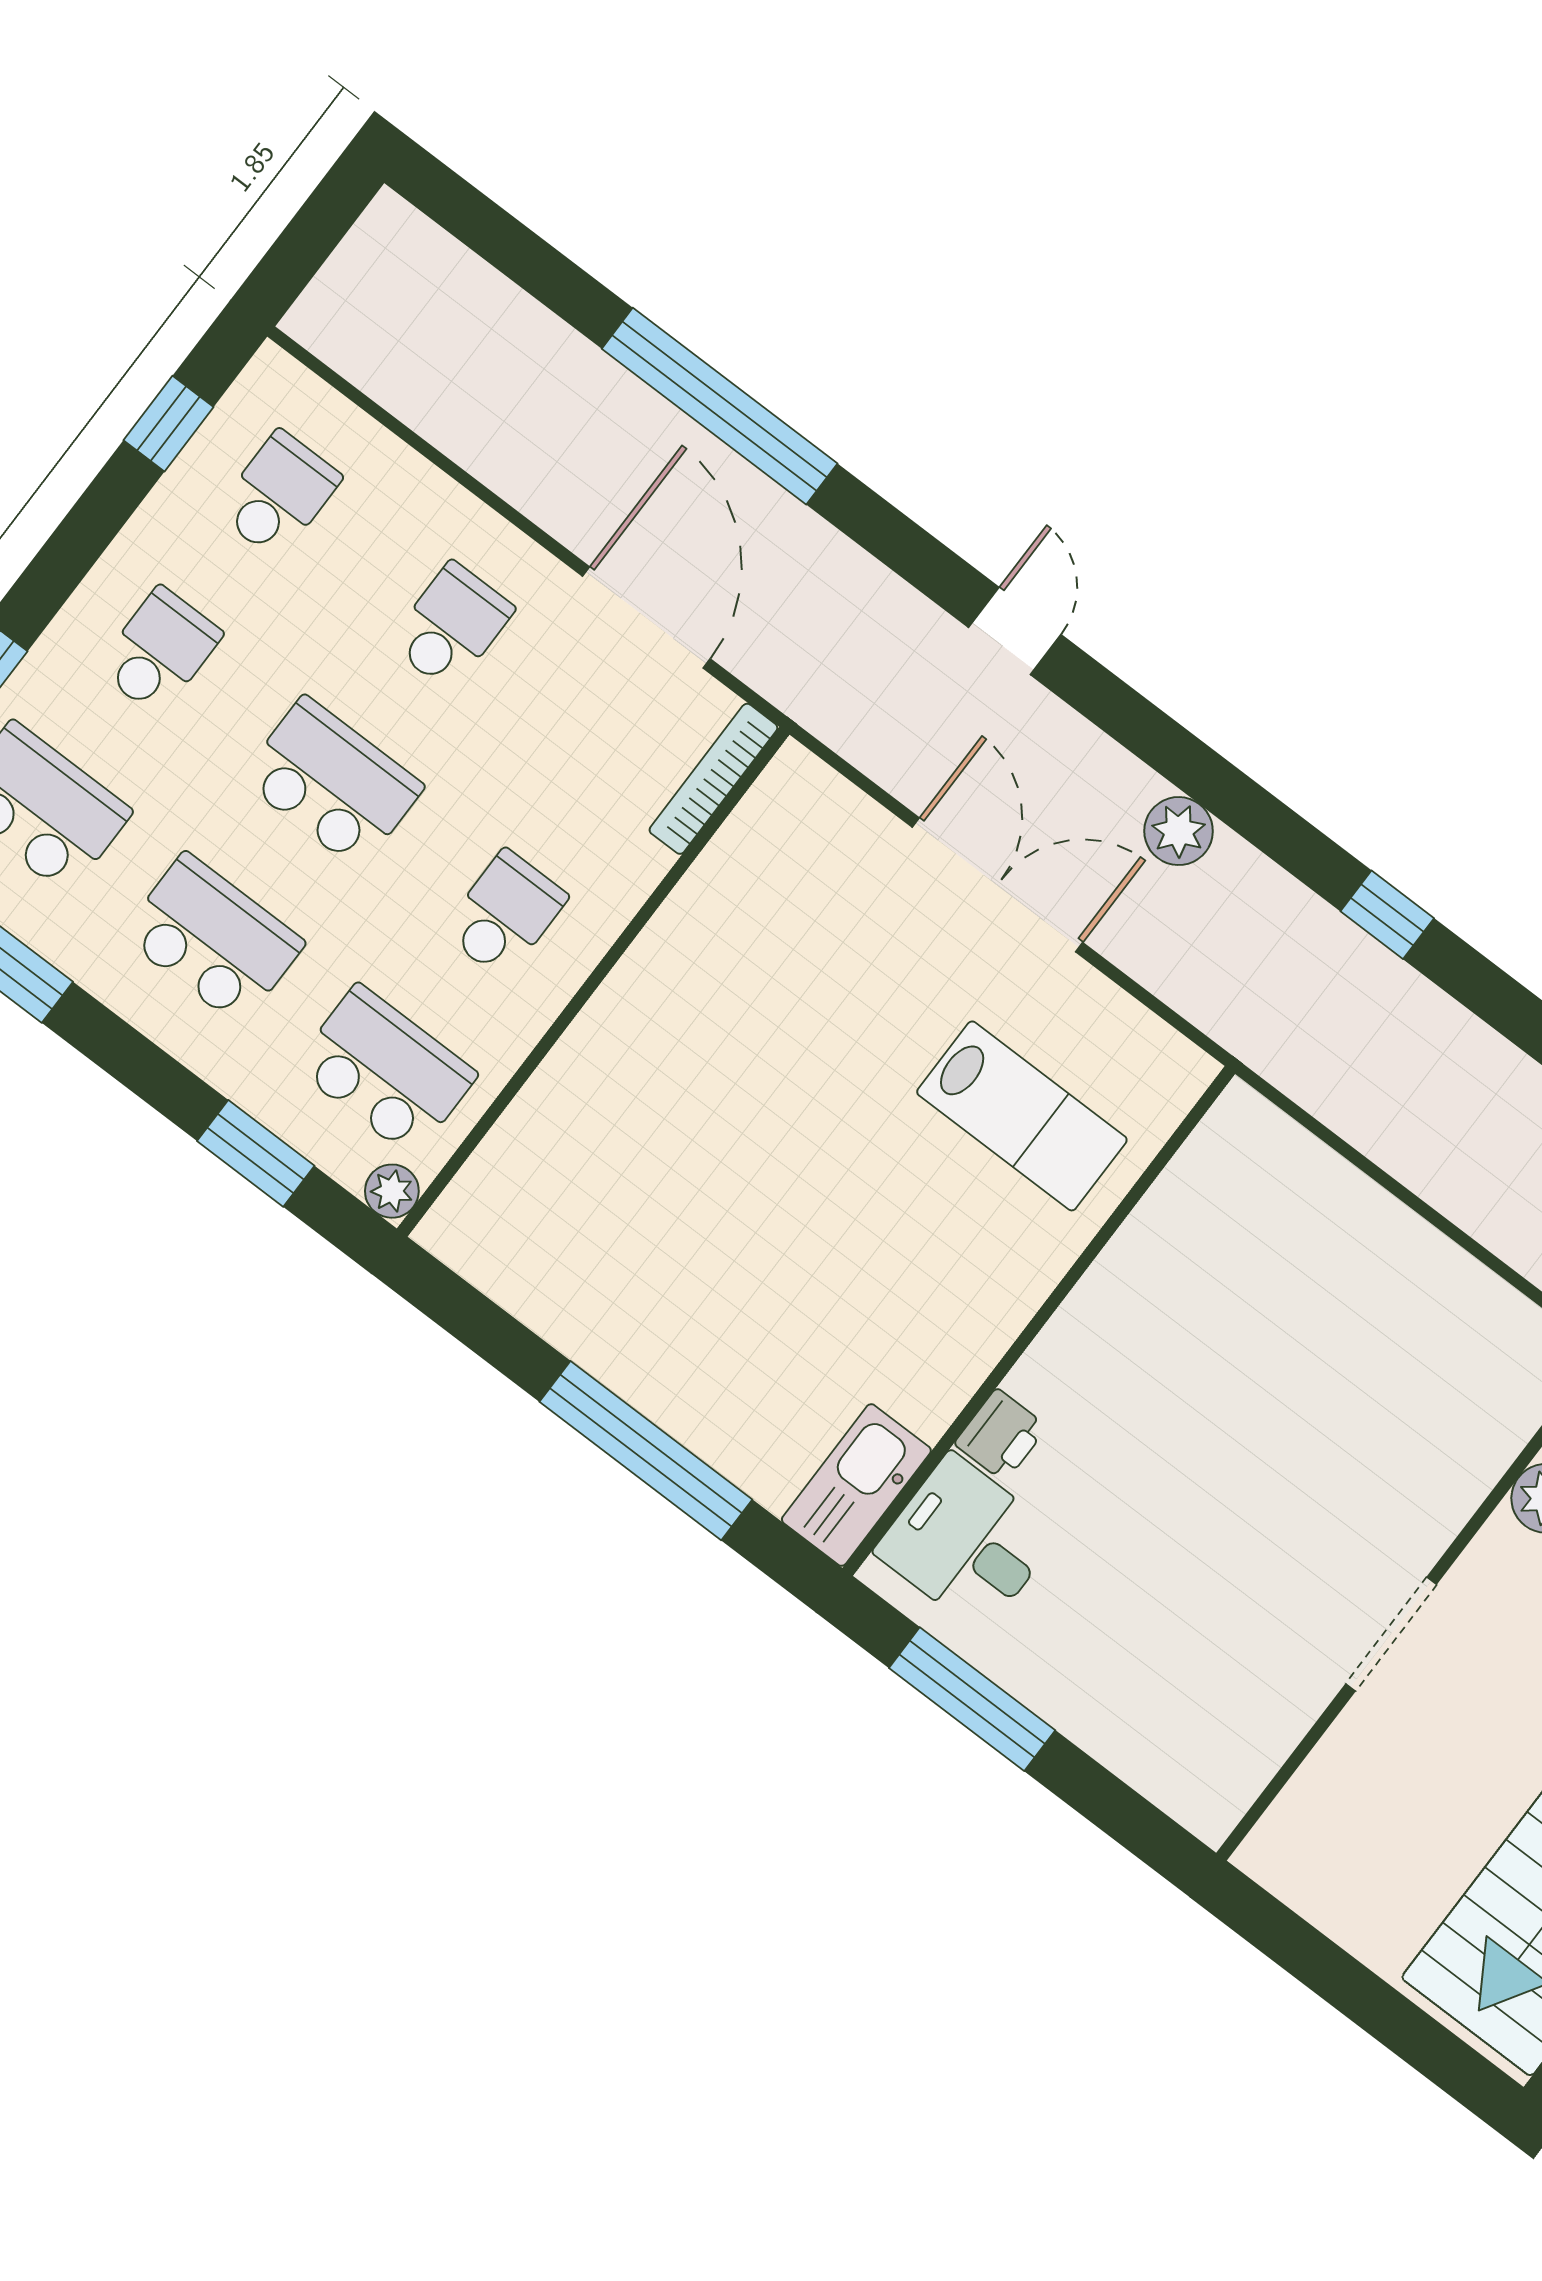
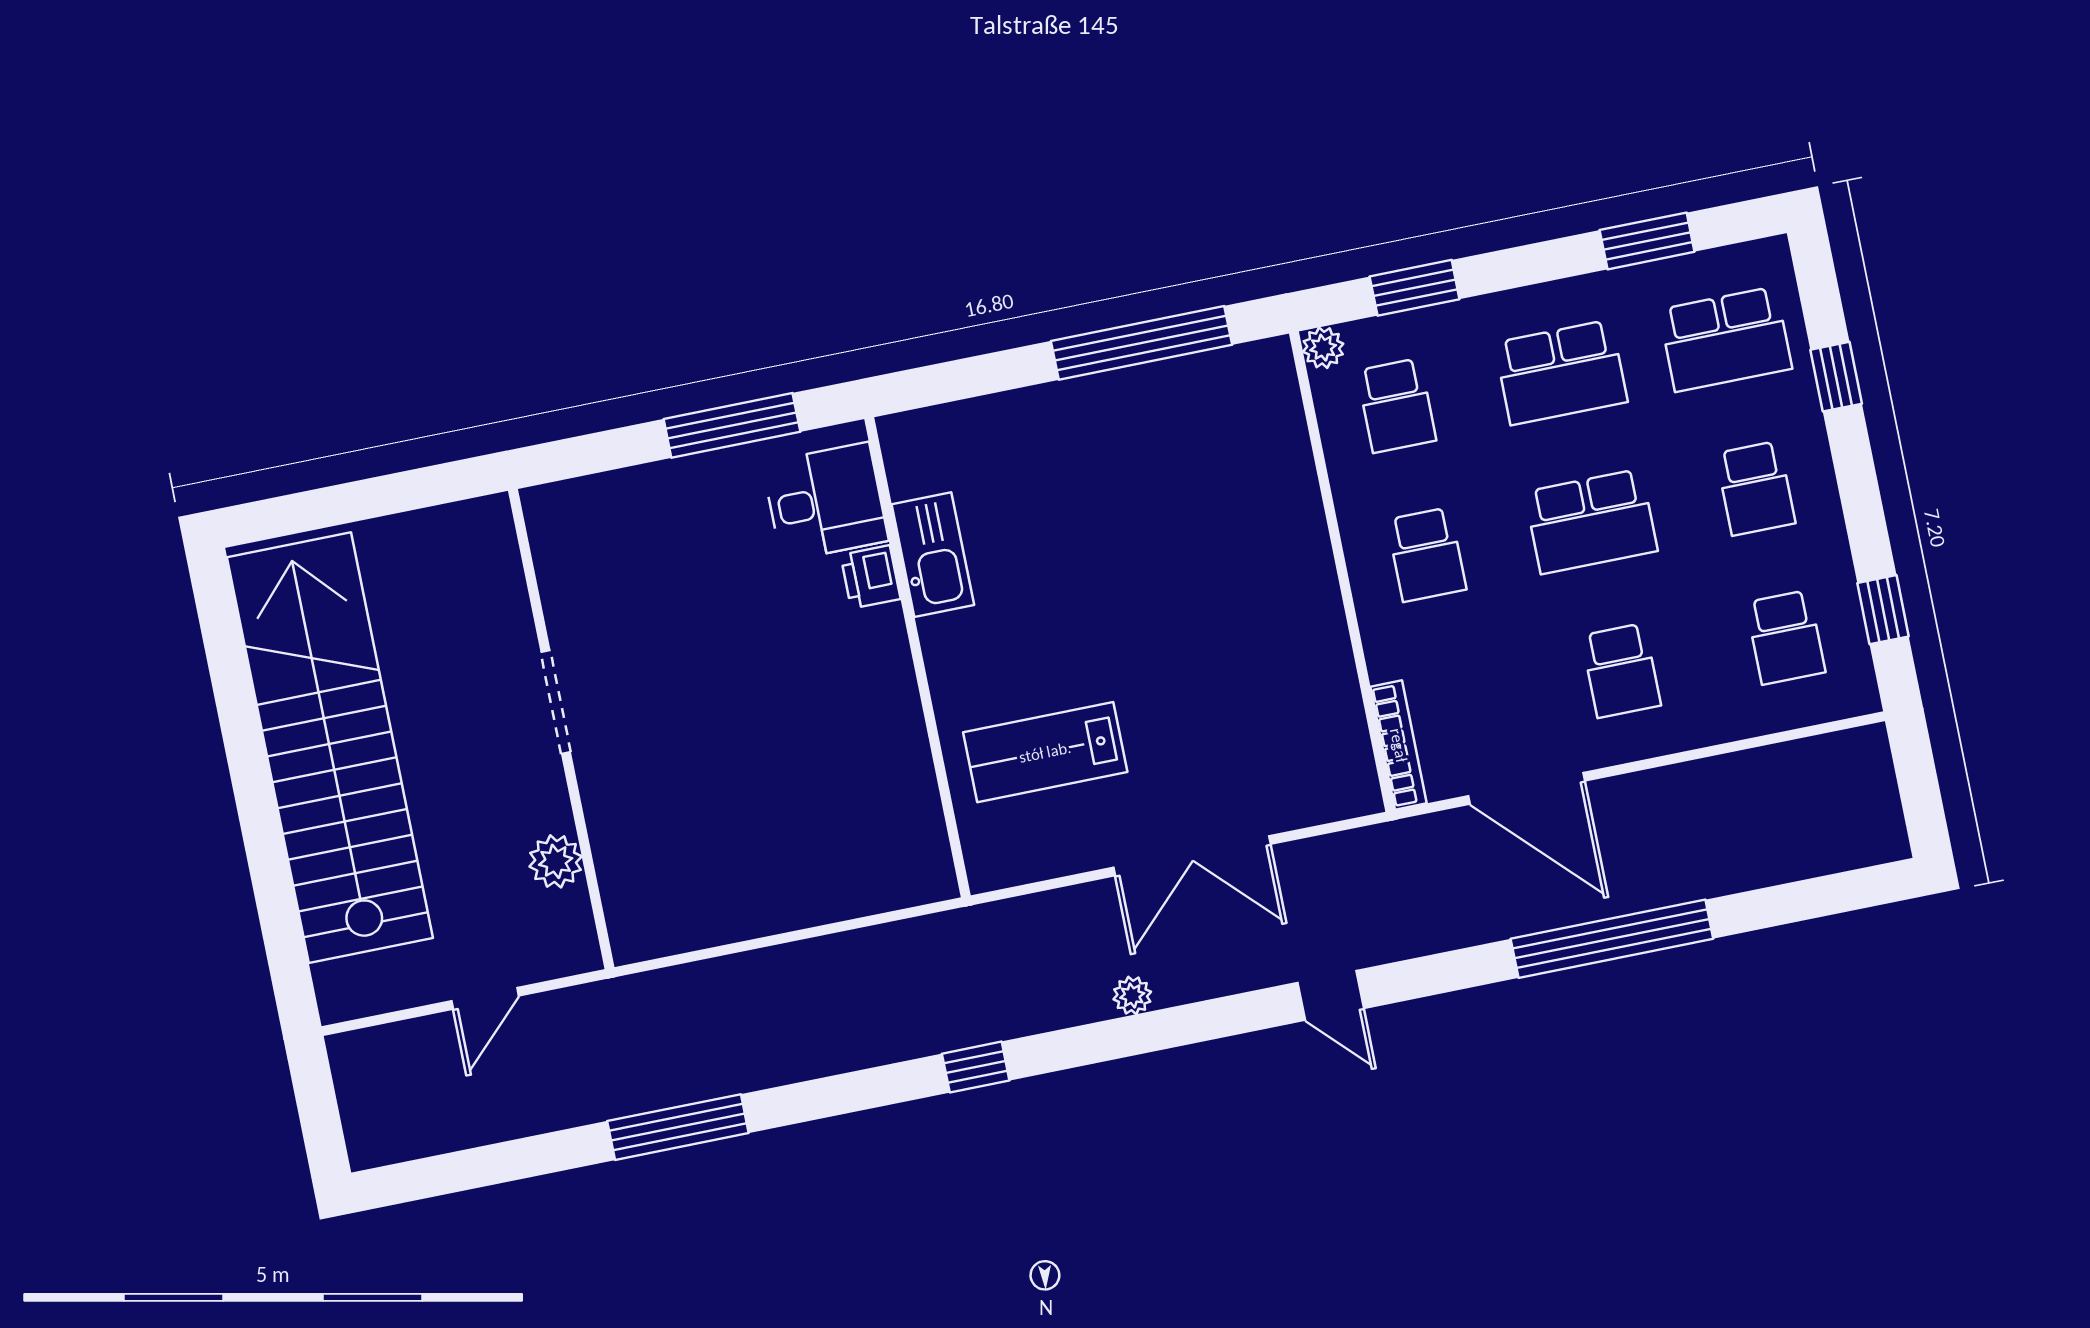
plant: (1179, 831) -> (1132, 996), width x0.73, depth x0.73
school desk: (386, 1071) -> (1396, 406), width x0.54
window: (646, 1451) -> (1141, 343), moved
kitchen sink: (856, 1485) -> (933, 555), moved

